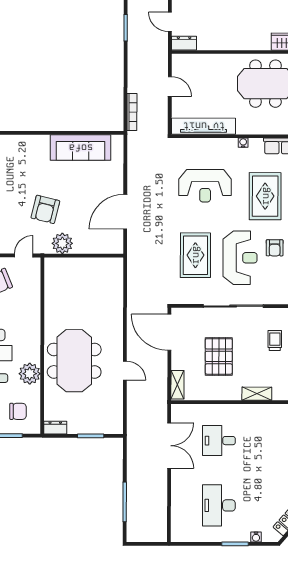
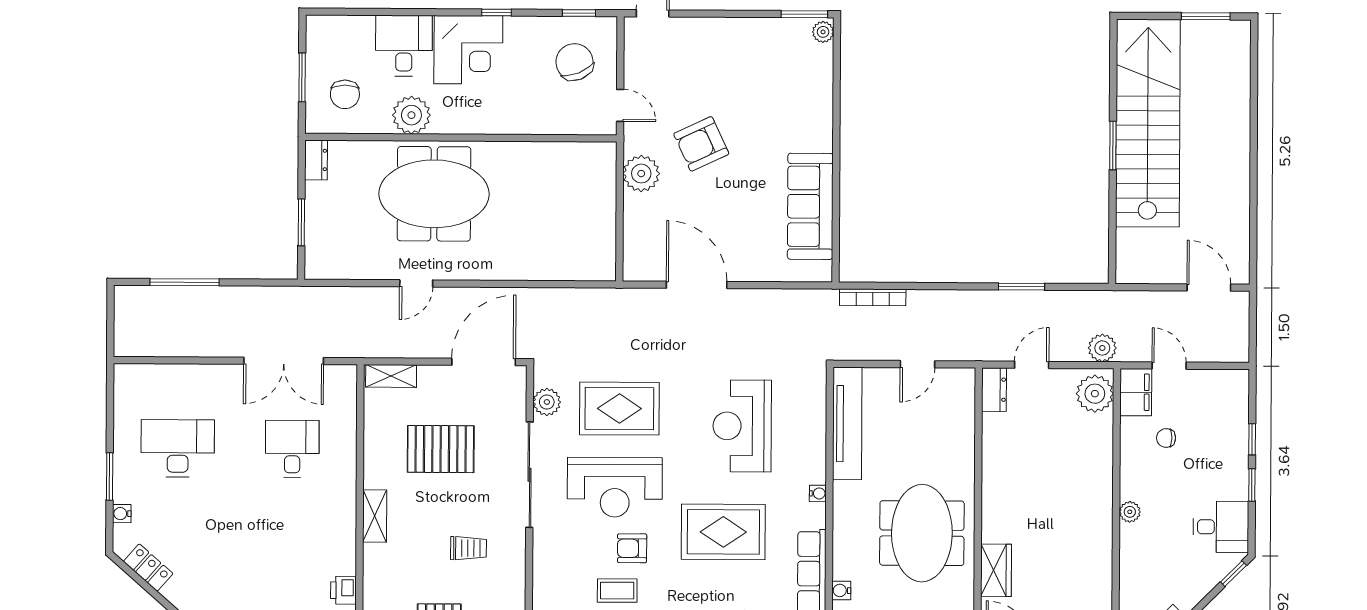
armchair: (45, 209) -> (701, 144), turned -39
plant: (192, 296) -> (547, 402), added

